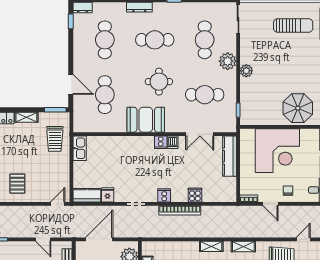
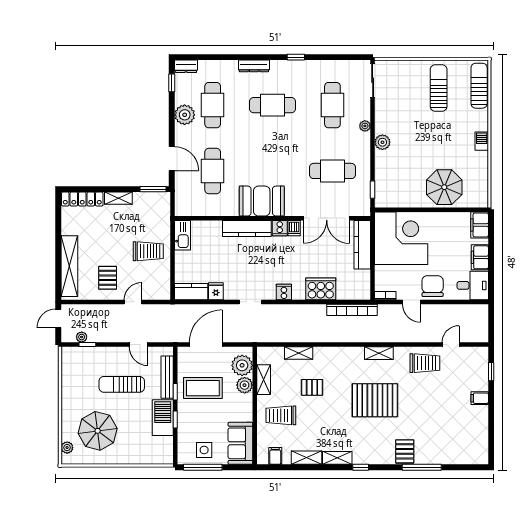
sun lounger: (293, 26) -> (439, 88), turned -90
plant: (82, 48) -> (185, 115), added
plant: (228, 61) -> (365, 126), width x0.53, depth x0.53
round table: (159, 82) -> (278, 155), removed
double door: (200, 134) -> (327, 218), width x1.37
trolley: (55, 139) -> (148, 251), moved, turned -90
kitchen counter: (133, 143) -> (247, 228), added
corner desk: (277, 151) -> (401, 238), moved, turned -90
chair: (288, 191) -> (433, 286), width x1.87, depth x1.87
cooker: (195, 195) -> (321, 289), width x1.87, depth x1.31
door: (58, 204) -> (133, 302), moved
bookcase: (180, 210) -> (352, 310), moved
shelving: (211, 246) -> (299, 353), moved

